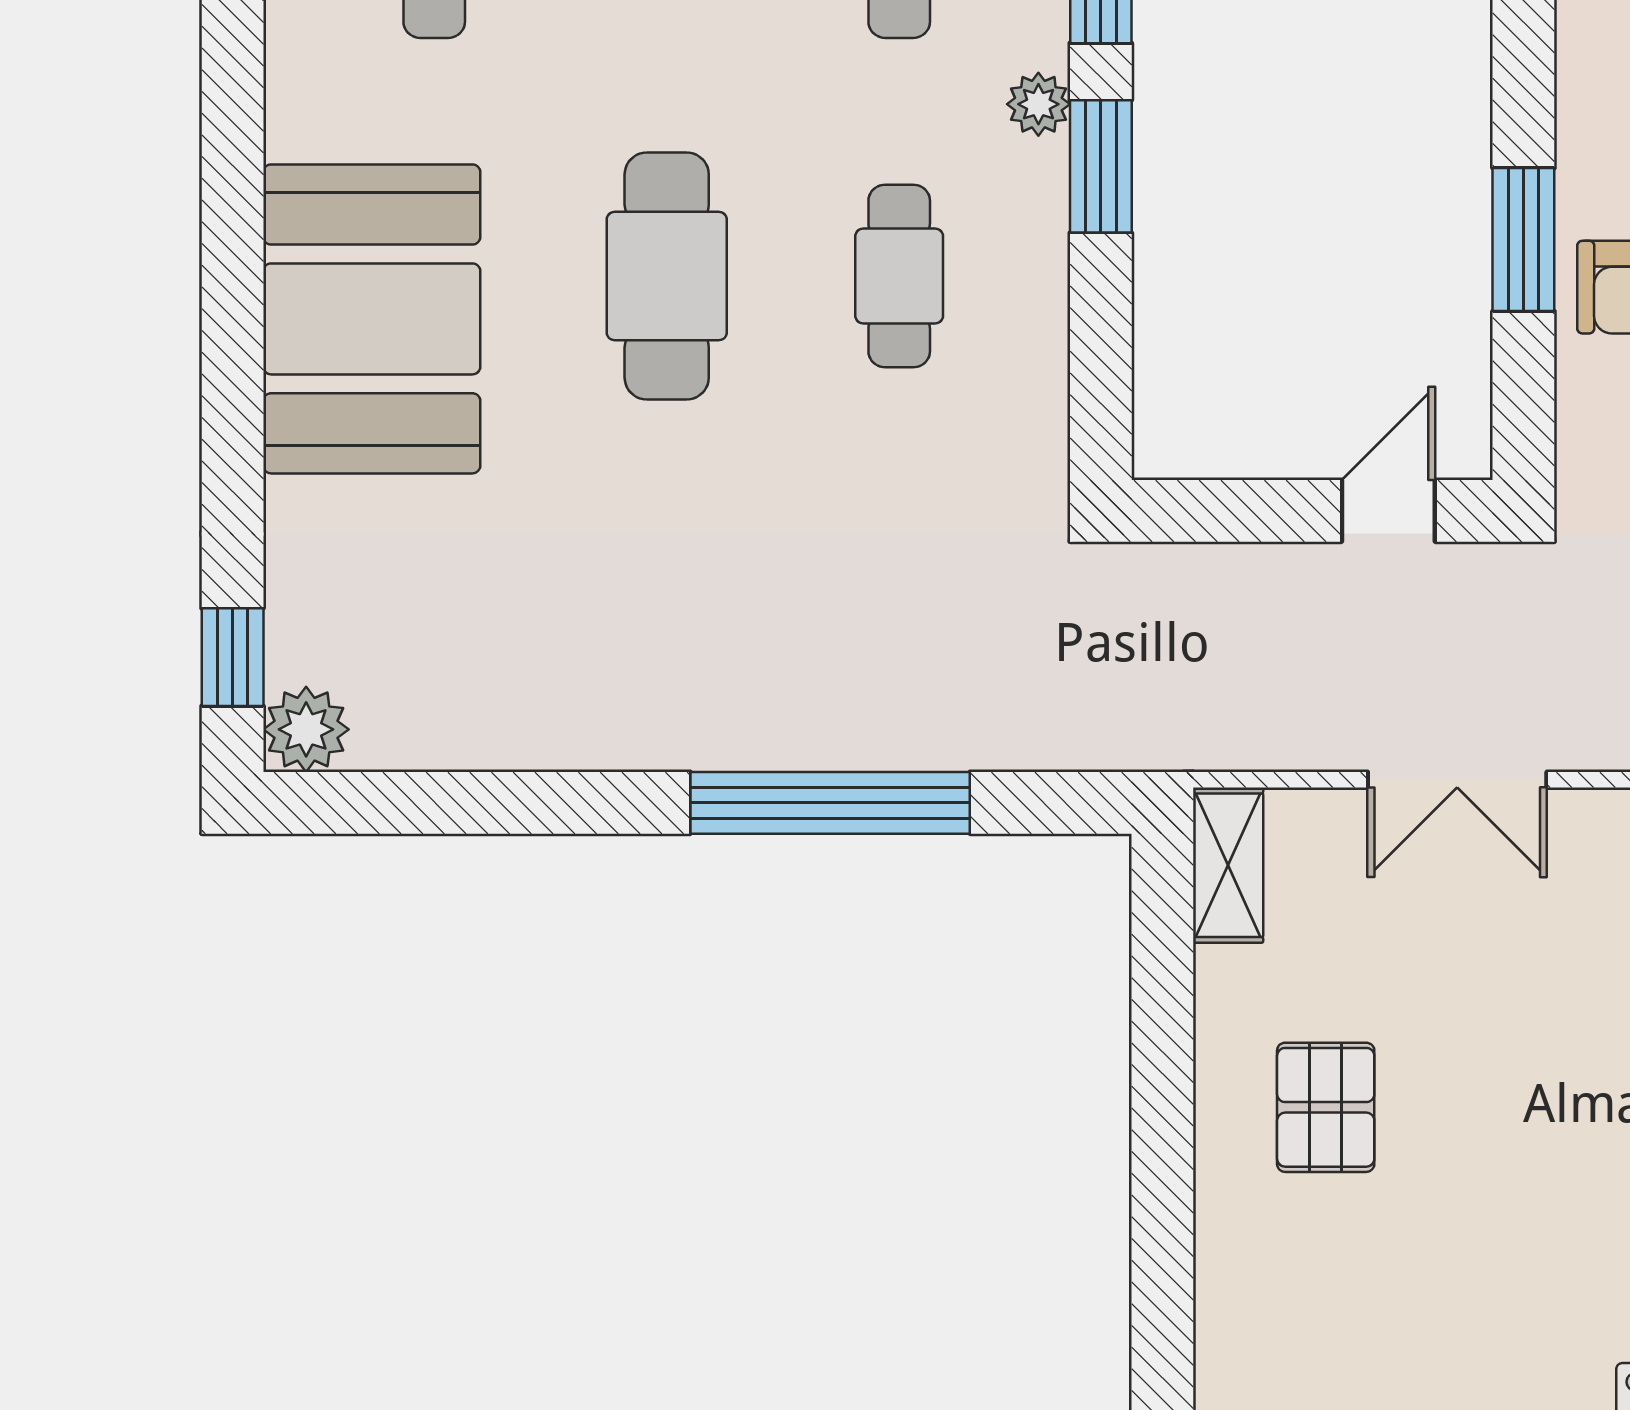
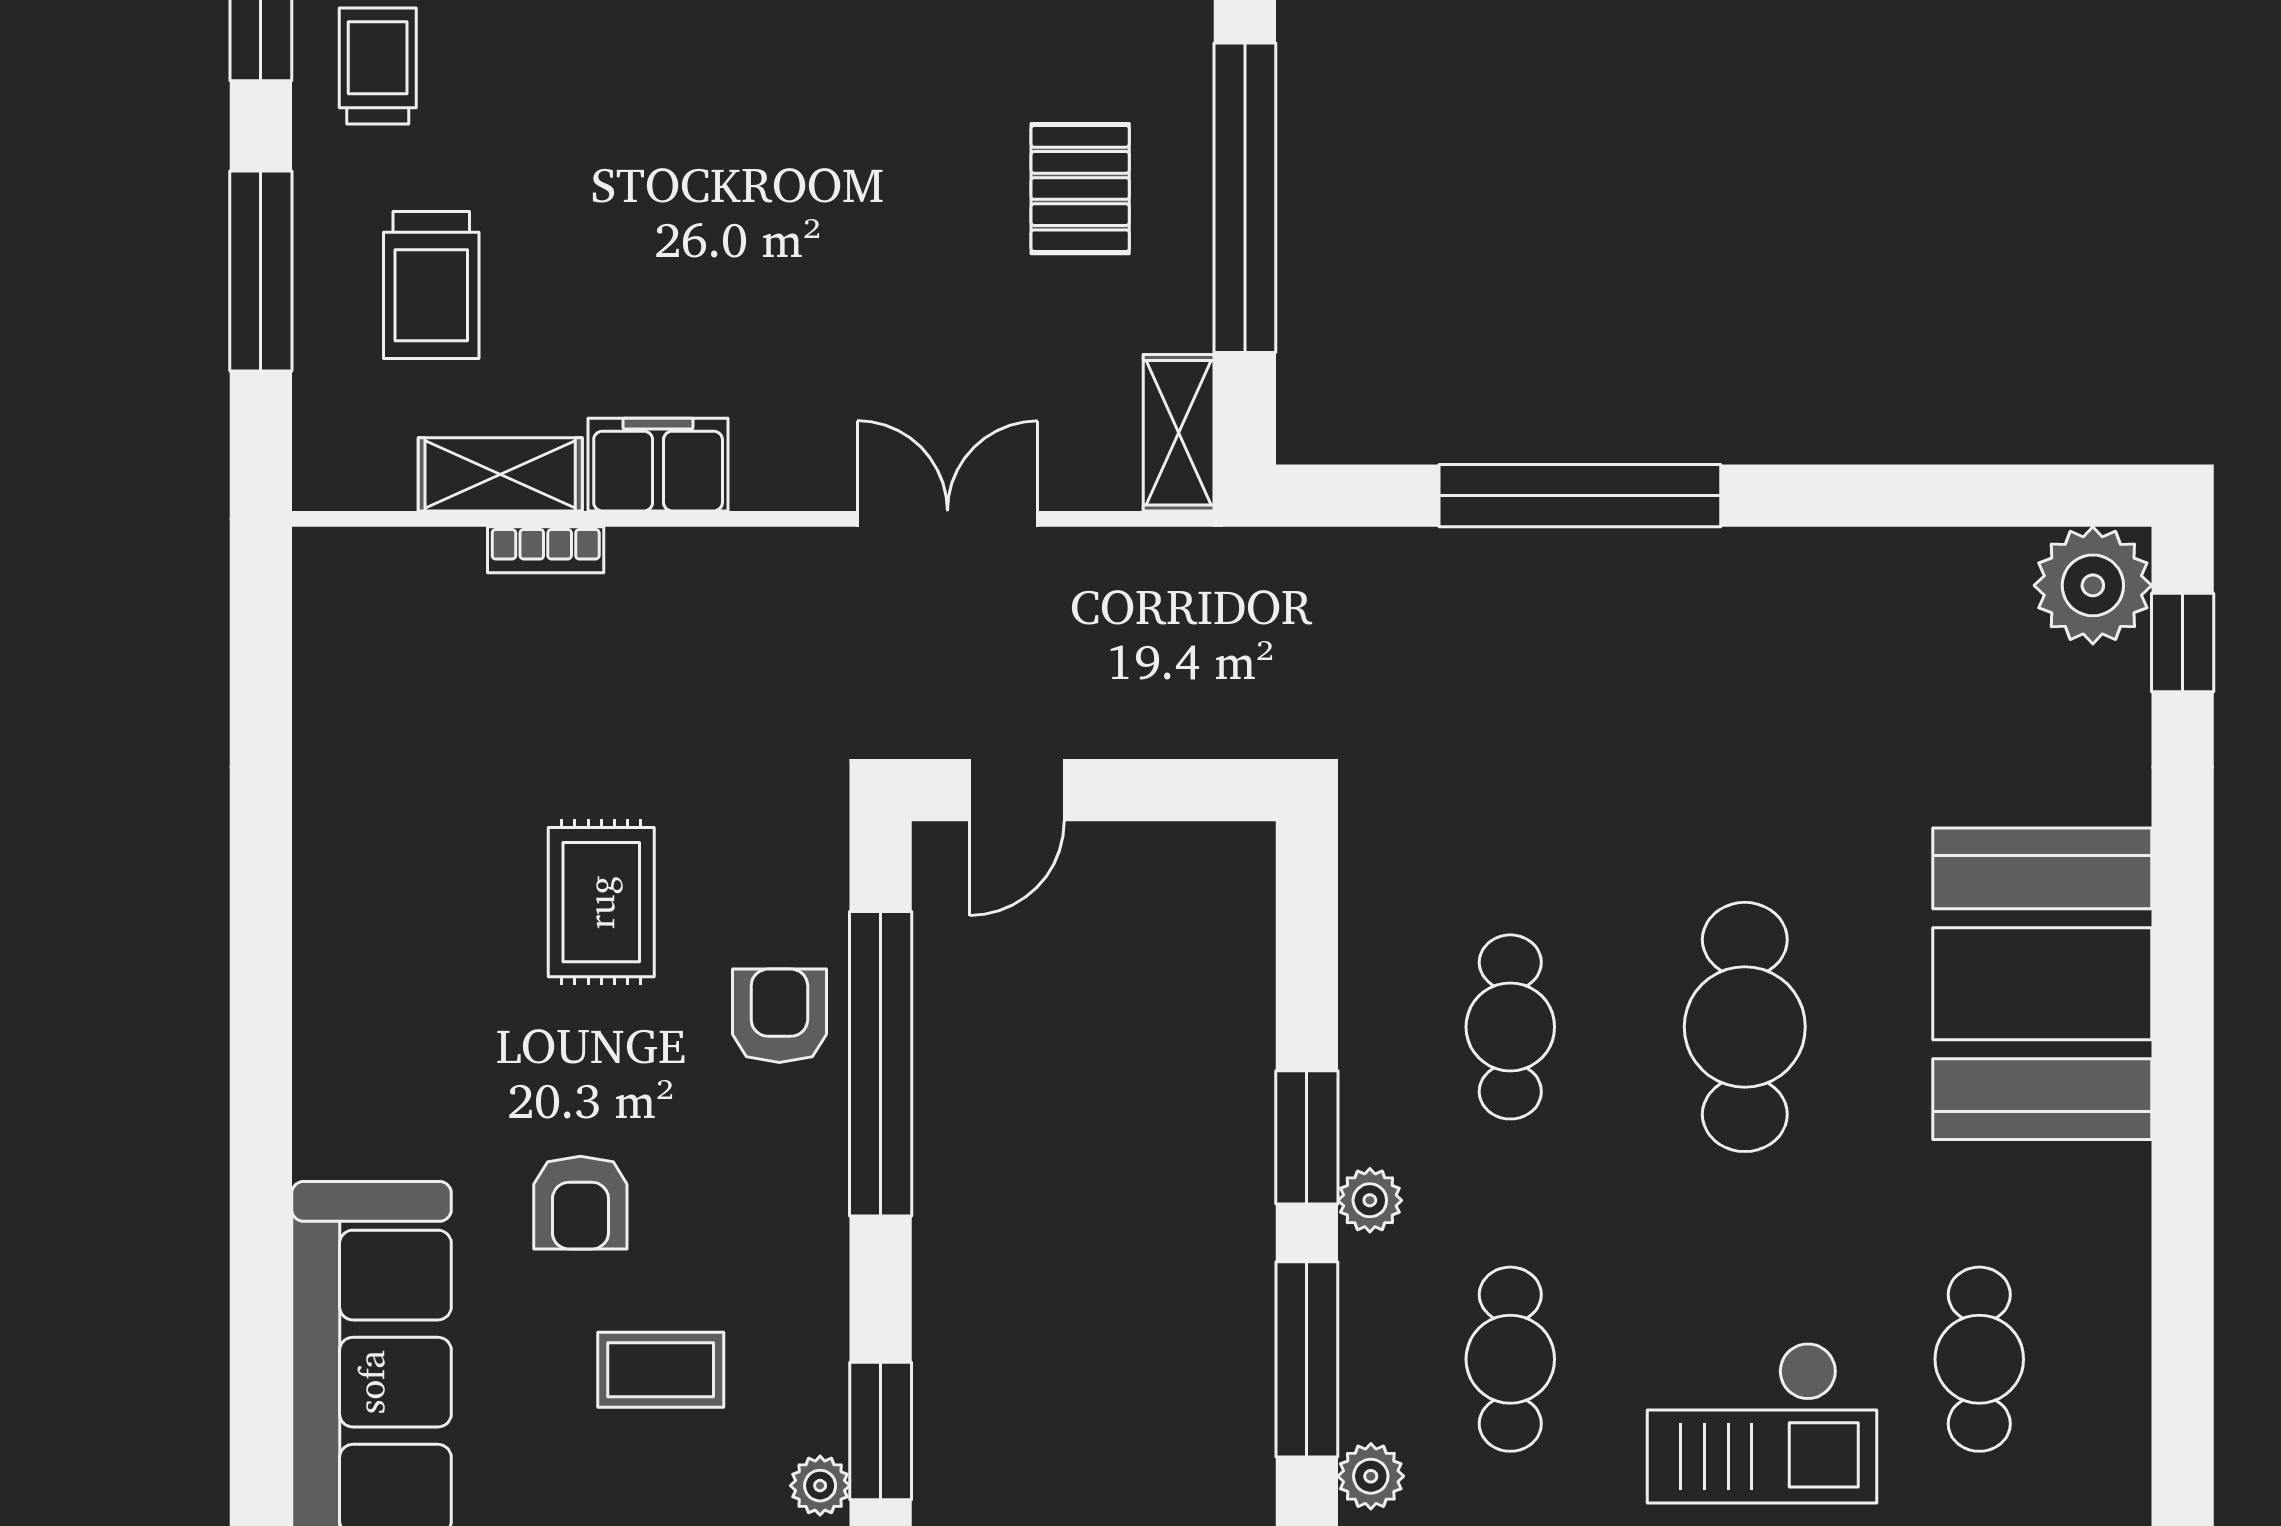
window: (1523, 240) -> (881, 1064), width x2.11
plant: (306, 729) -> (2093, 585), width x1.36, depth x1.36
window: (1162, 1098) -> (1245, 198), added

